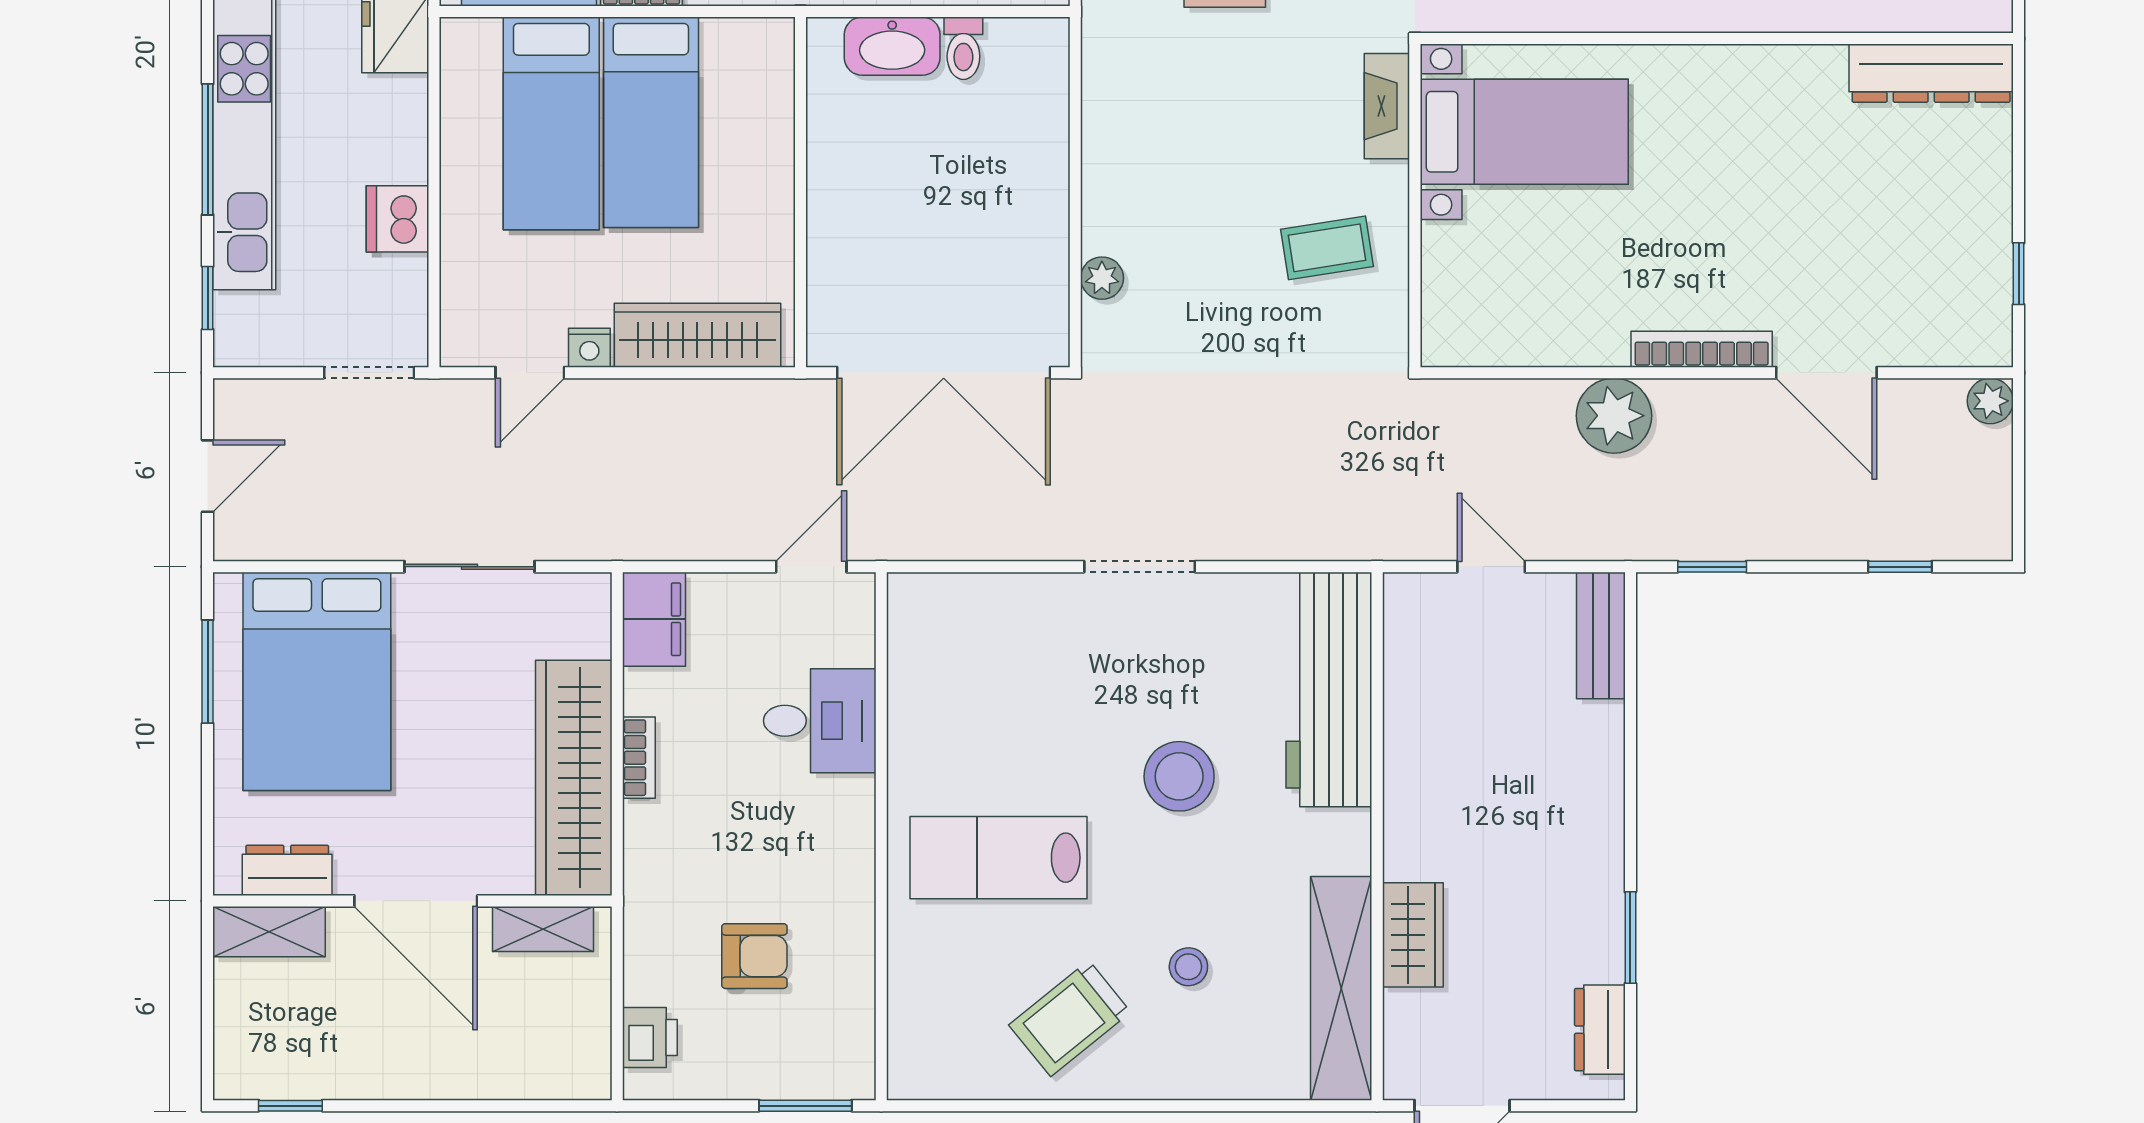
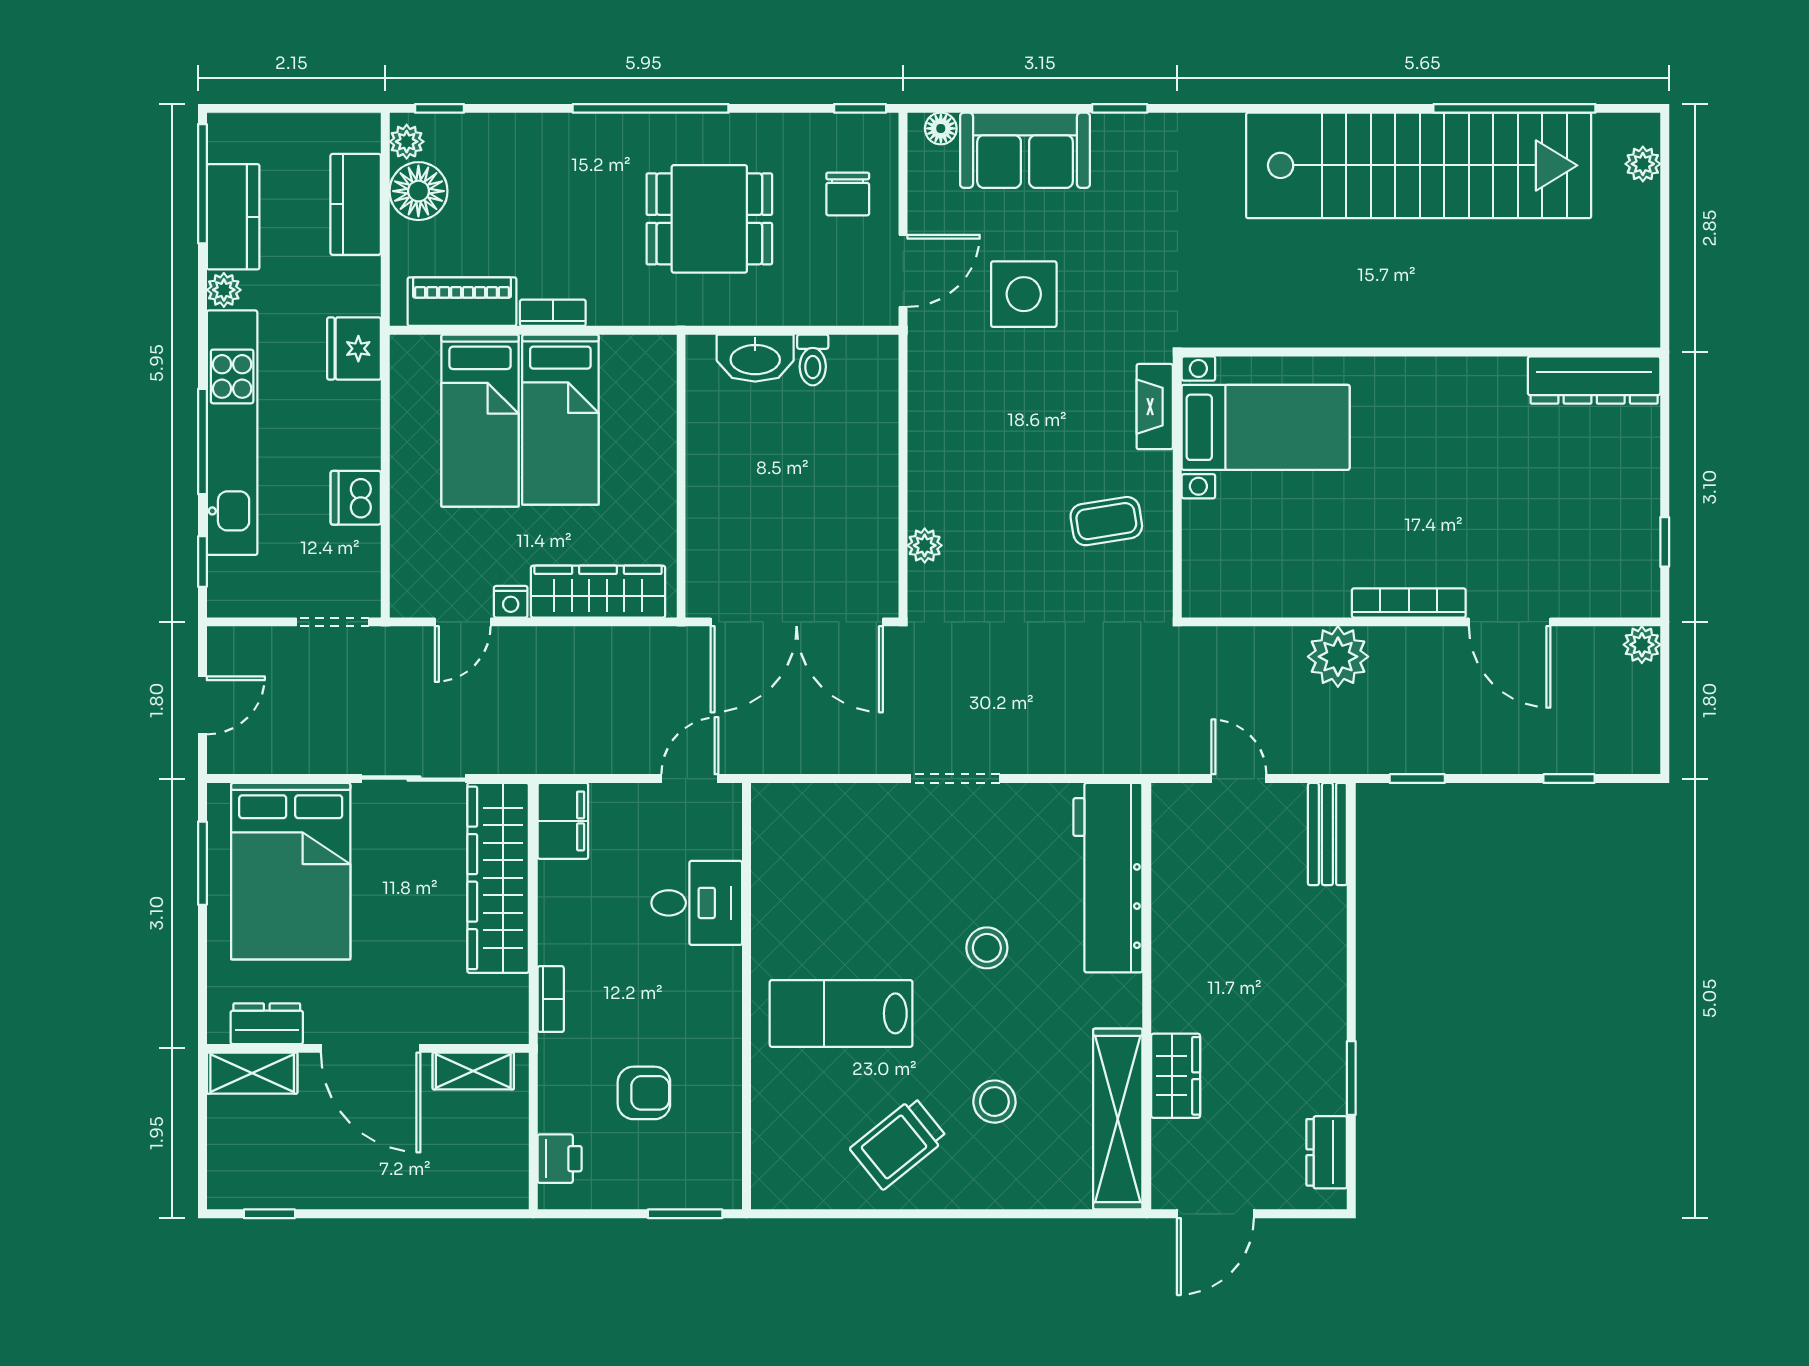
bookcase: (639, 758) -> (551, 999), moved
stool: (1179, 776) -> (987, 948), width x0.73, depth x0.73
wardrobe: (574, 778) -> (498, 878), moved
stool: (1188, 967) -> (994, 1102), width x1.37, depth x1.37

